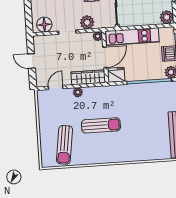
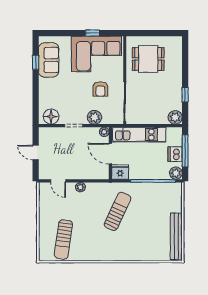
door: (105, 57) -> (110, 154), swing flipped
wardrobe: (88, 77) -> (92, 173), removed
door: (56, 87) -> (58, 181), swing flipped
sun lounger: (101, 125) -> (118, 211), moved, turned -65

